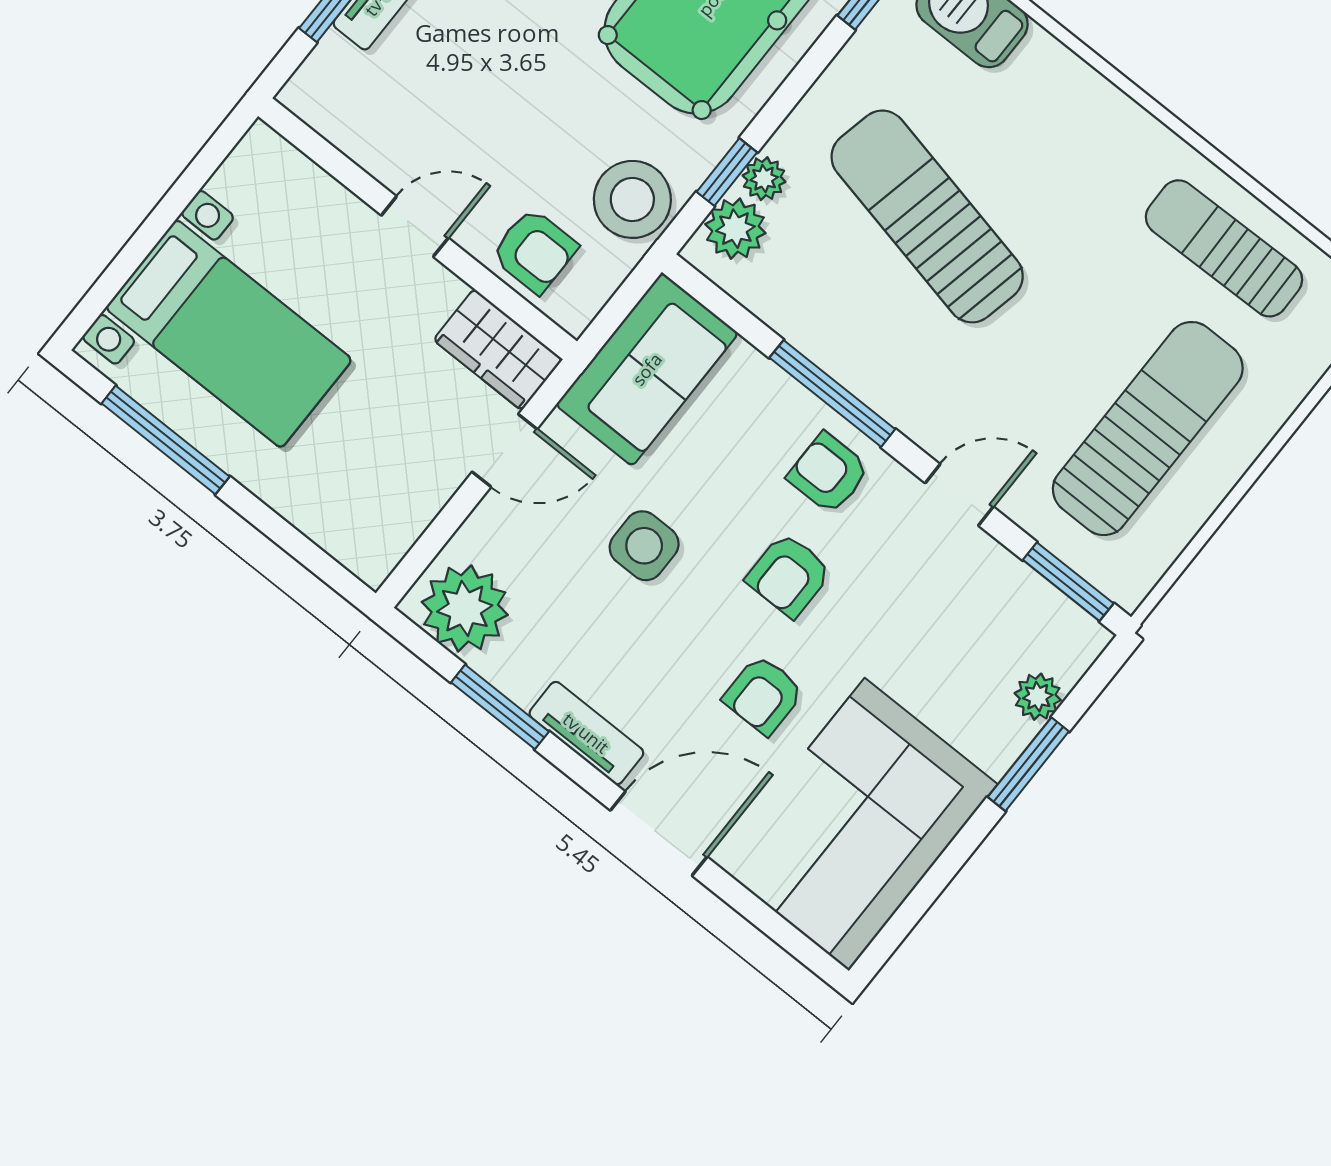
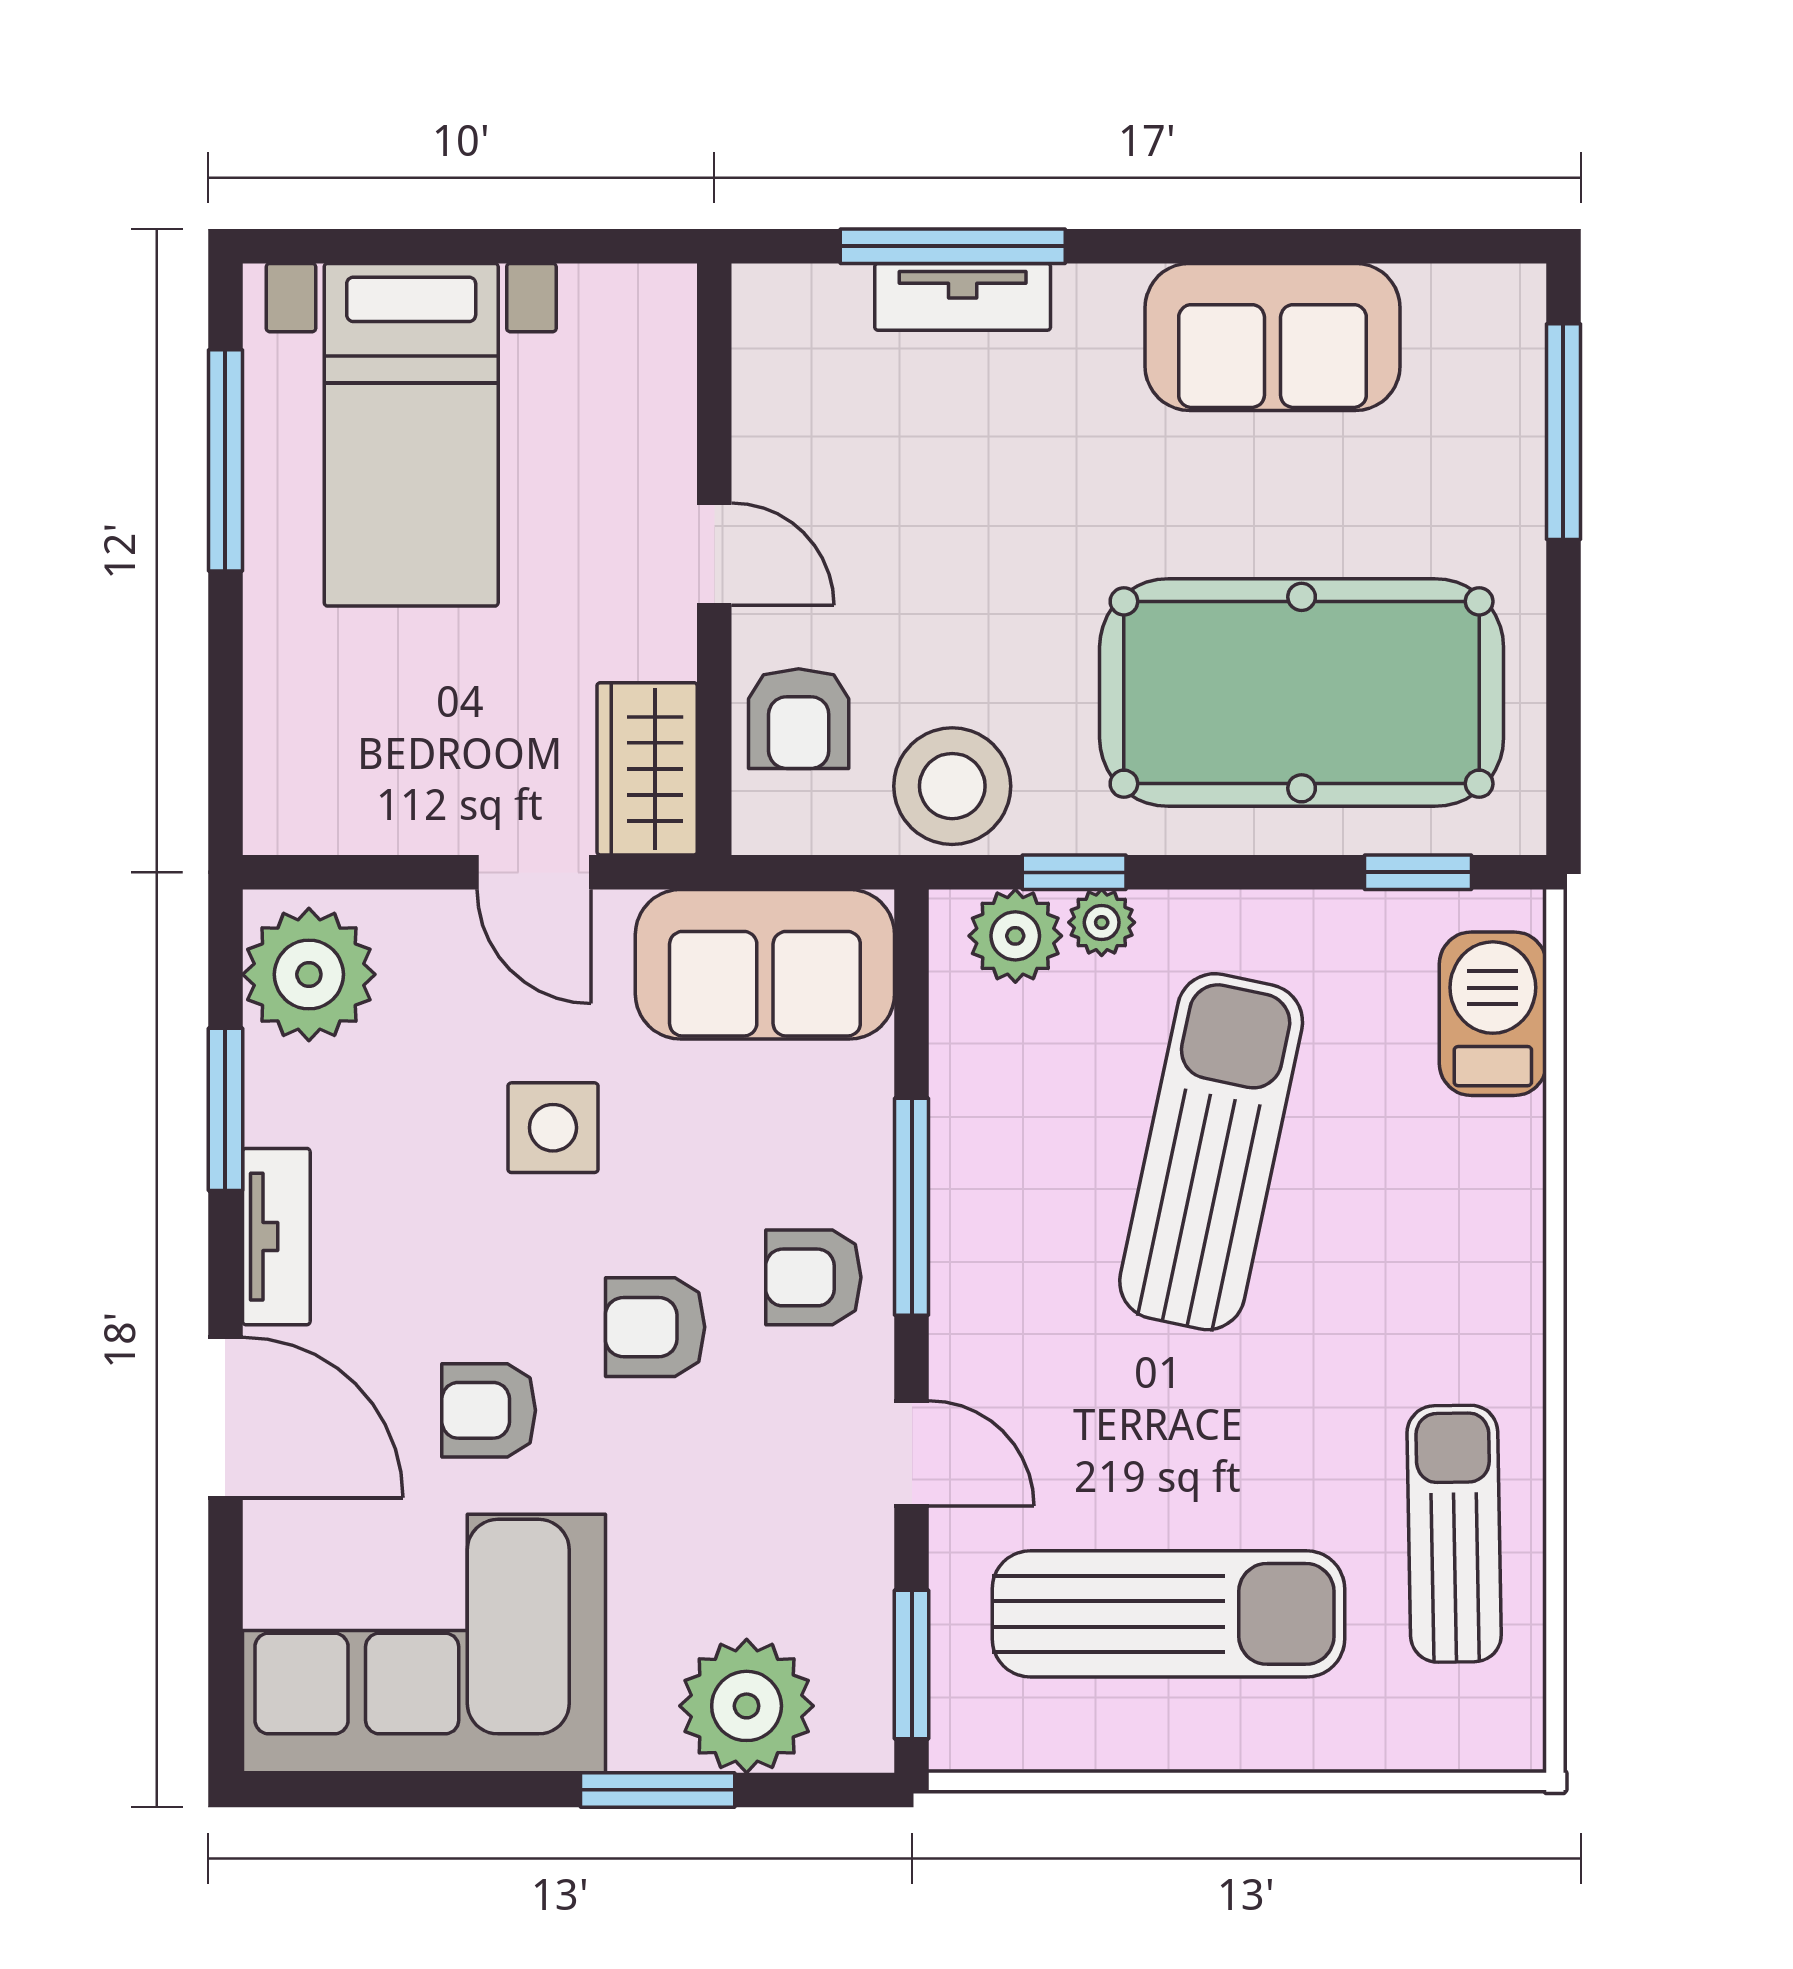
armchair: (828, 473) -> (813, 1277), turned -90
plant: (1038, 697) -> (747, 1706), width x1.88, depth x1.88

